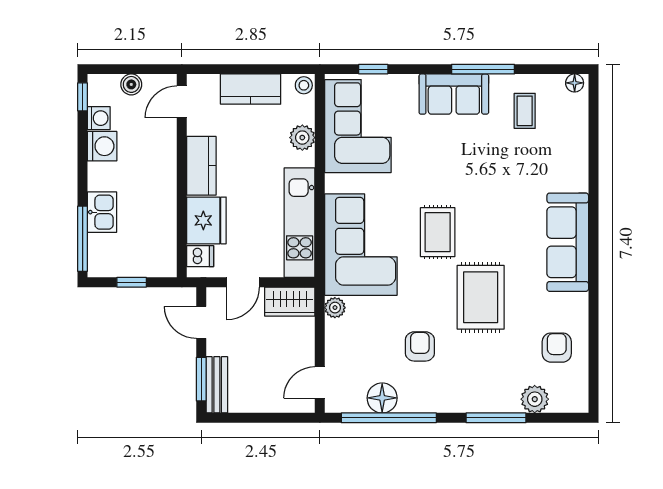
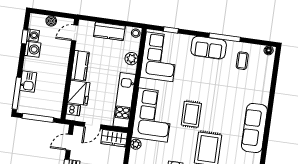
window: (83, 97) -> (25, 37), moved
window: (132, 282) -> (38, 118), width x2.17
door: (201, 322) -> (69, 142), hinge flipped

